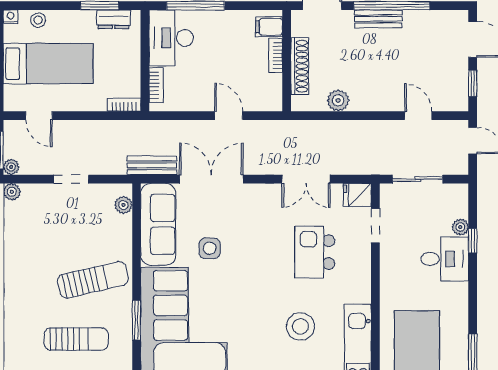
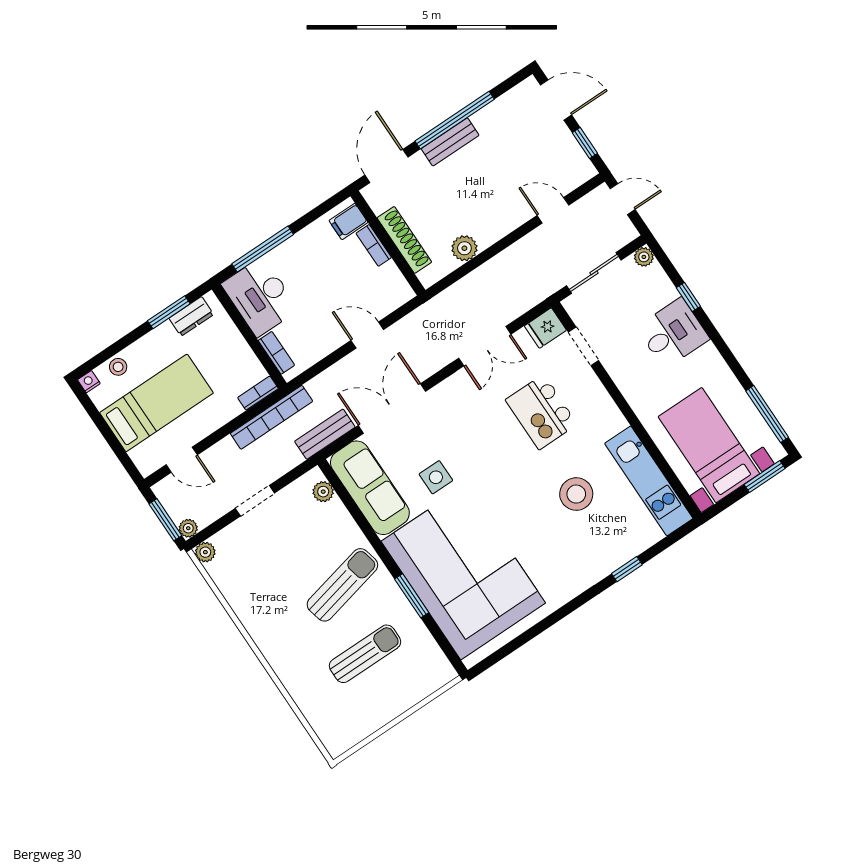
bookcase: (122, 128) -> (271, 417), added
plant: (460, 227) -> (644, 257), moved

